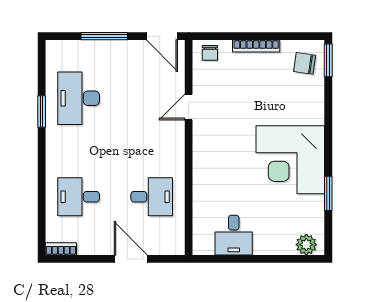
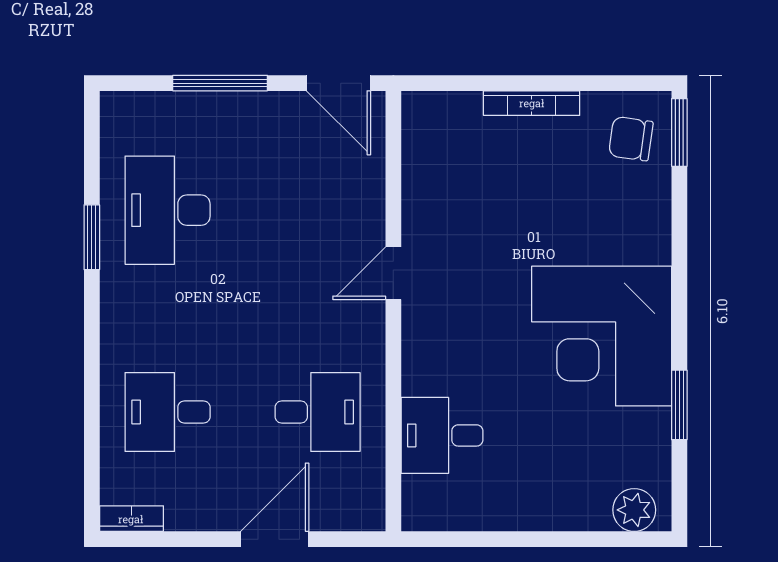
chair: (210, 53) -> (437, 117), removed
door: (189, 107) -> (393, 273), moved
desk: (234, 235) -> (442, 435), moved, turned 90
door: (131, 259) -> (275, 539), hinge flipped

